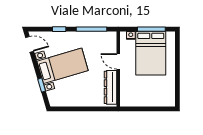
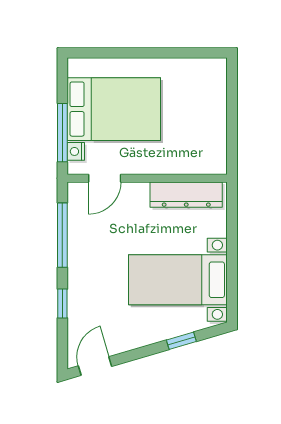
window: (151, 29) -> (62, 133), moved
door: (118, 61) -> (105, 178), moved
bed with nightstands: (63, 66) -> (178, 280), moved, turned -74

